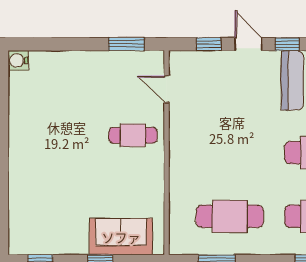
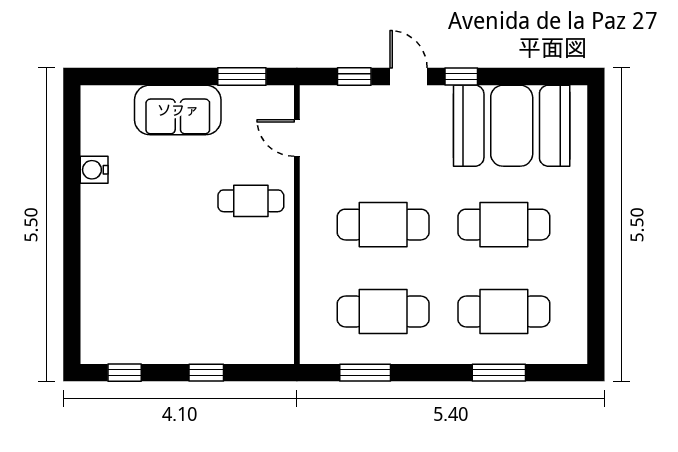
water cooler: (18, 60) -> (94, 170), moved
cafe table: (230, 153) -> (383, 225), added
sofa: (121, 237) -> (178, 110), moved, turned 180

